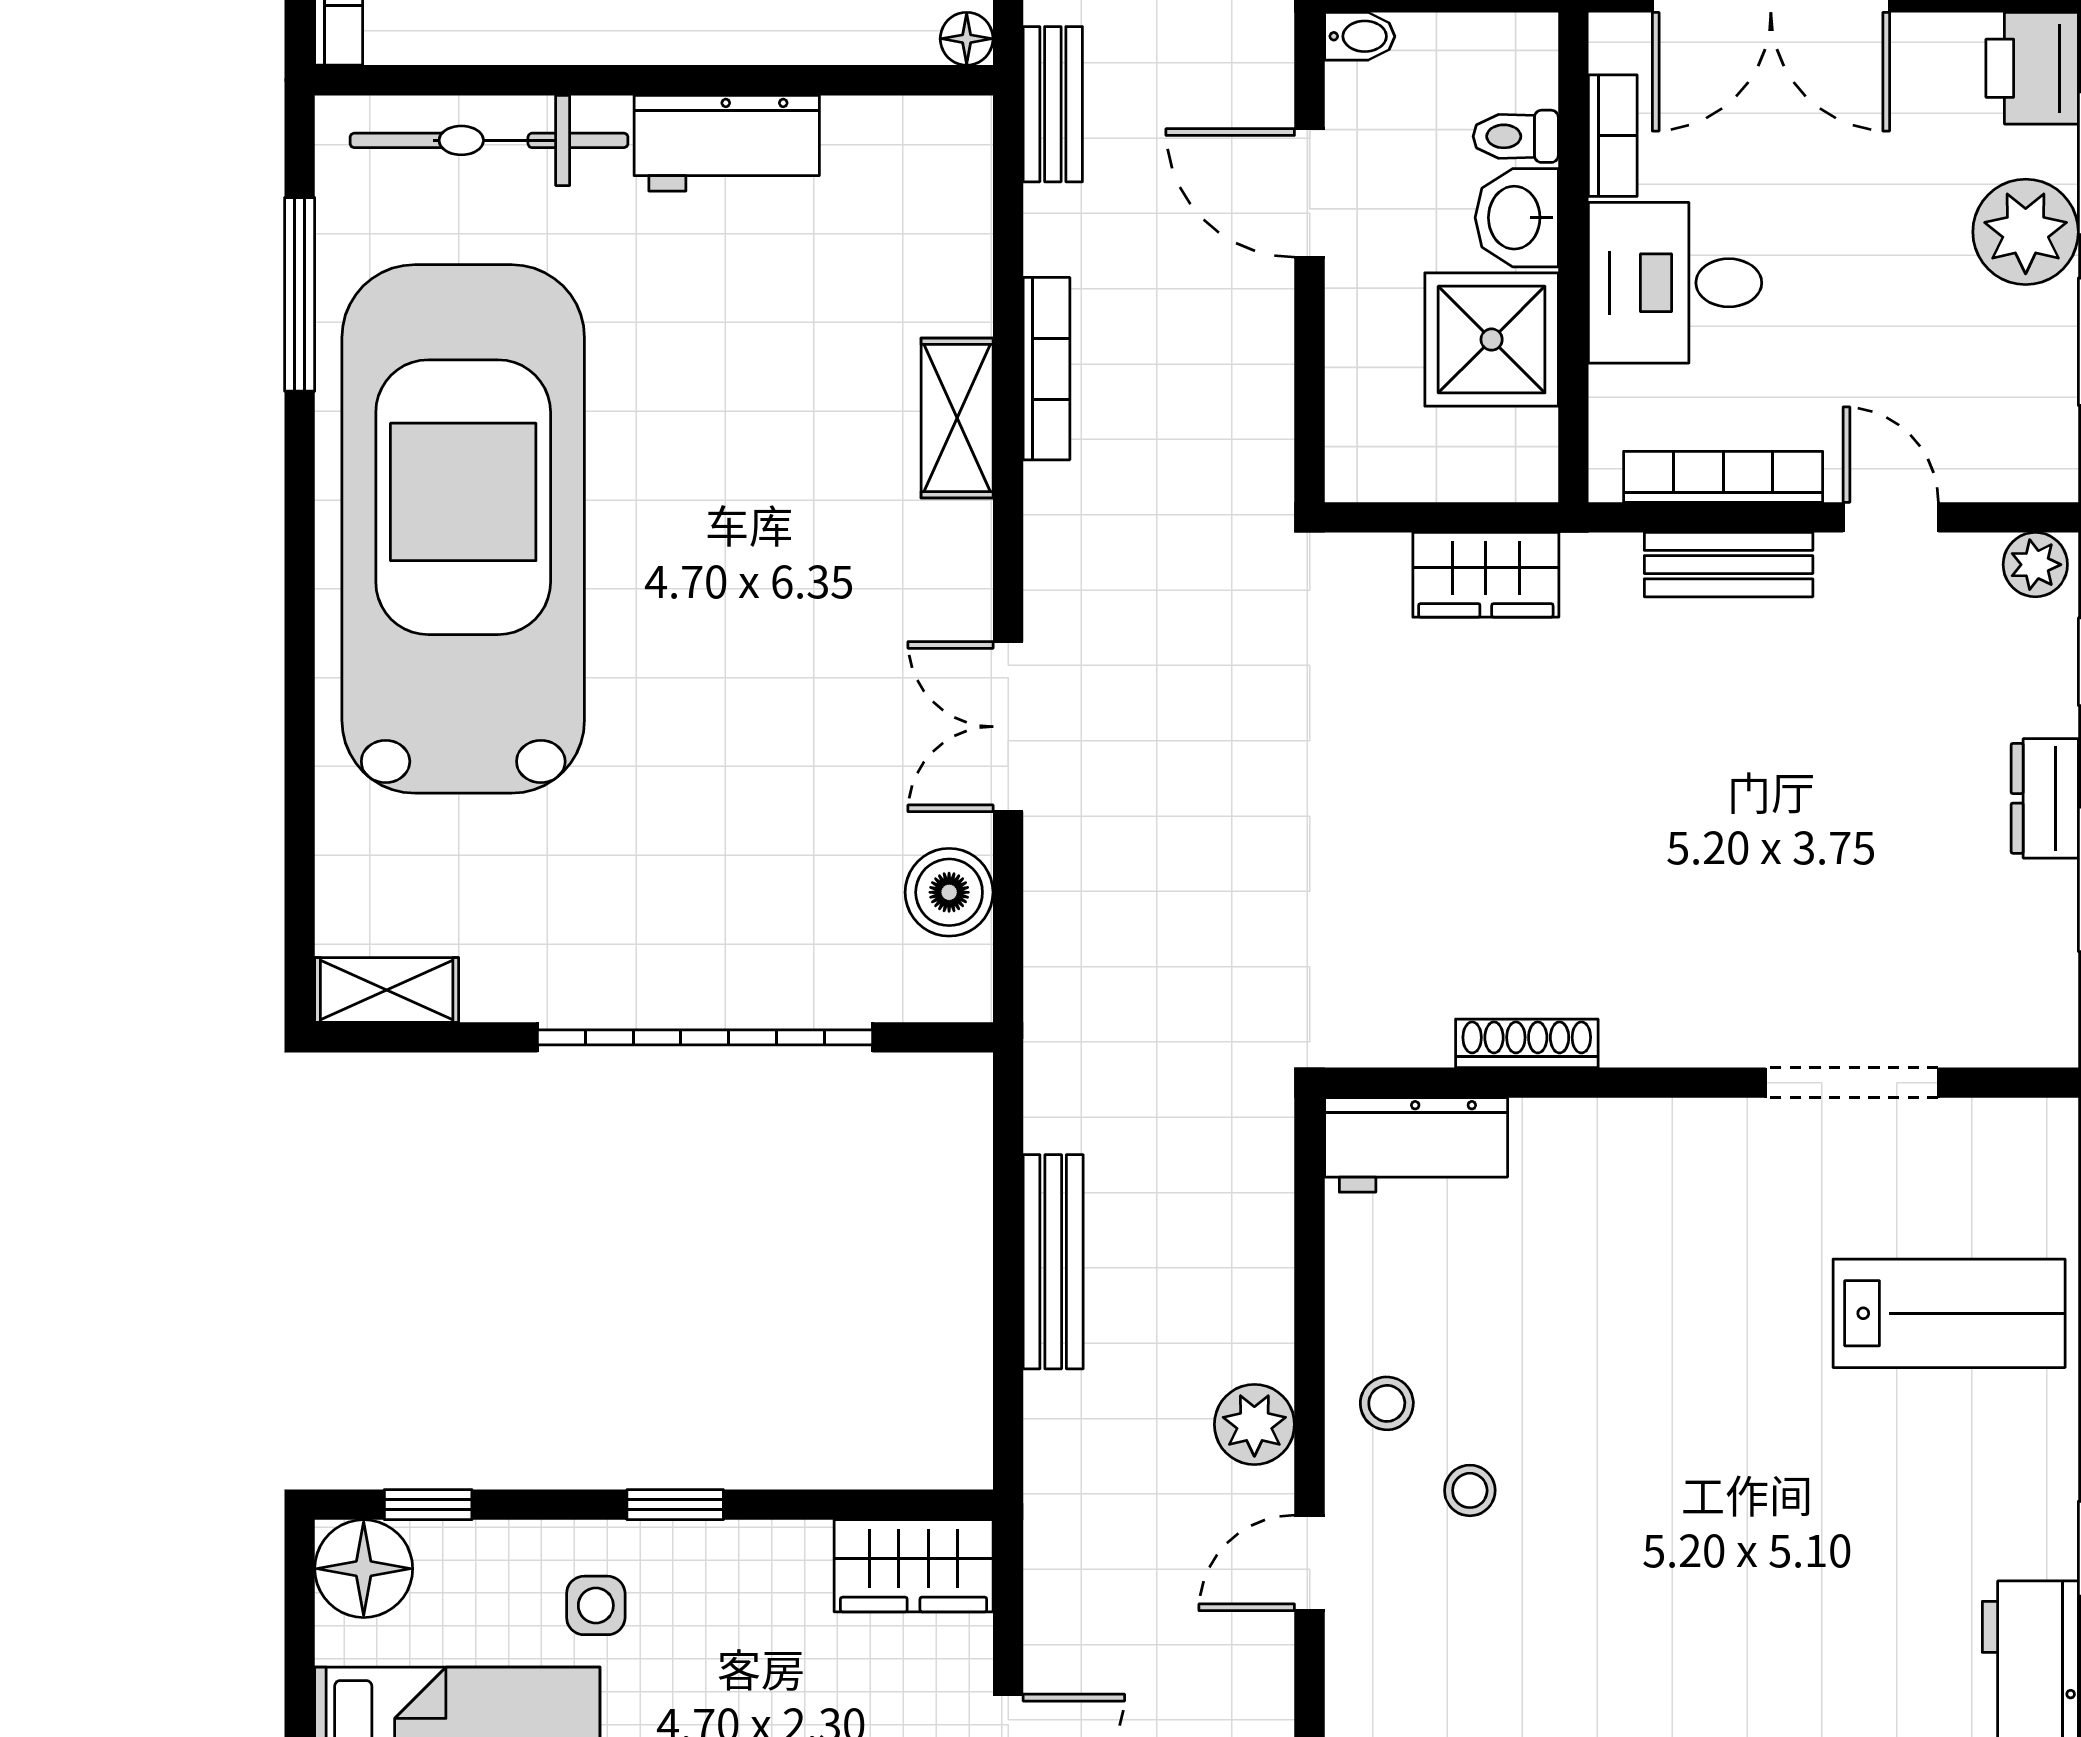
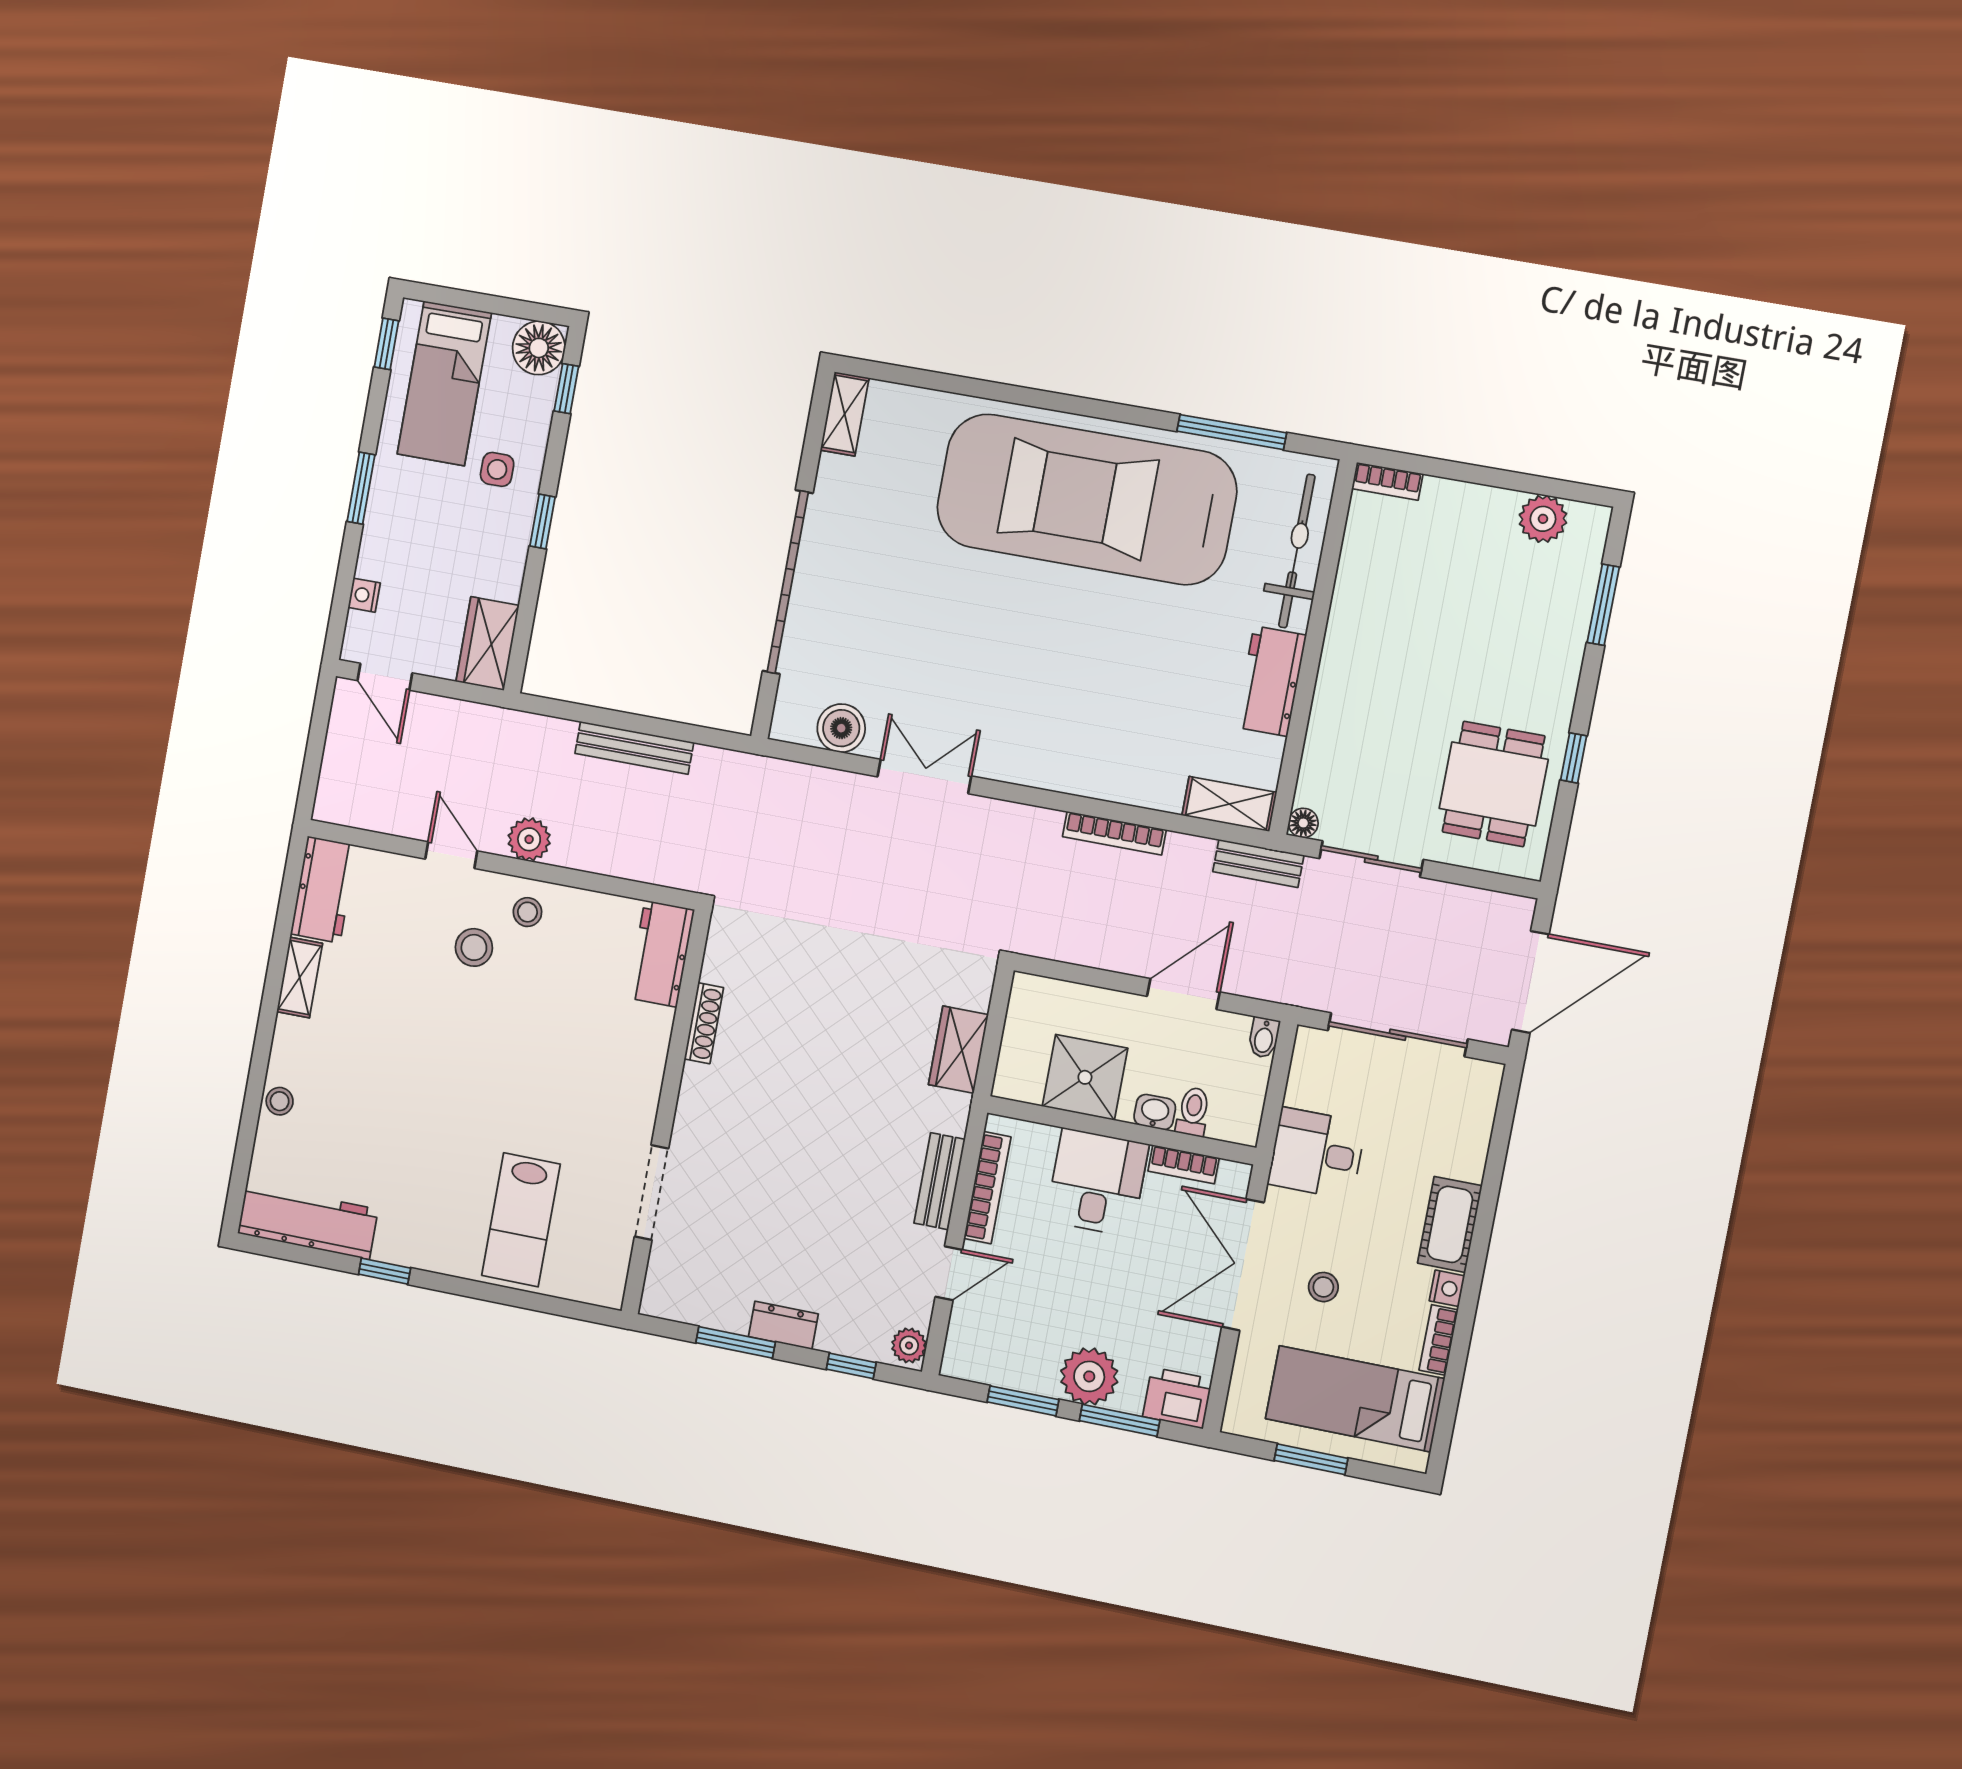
washbasin: (1517, 218) -> (1155, 1112), width x0.72, depth x0.69
shelving: (957, 418) -> (1229, 804), moved
car: (463, 529) -> (1086, 499), turned 180
stool: (1470, 1490) -> (474, 947), width x1.37, depth x1.37

